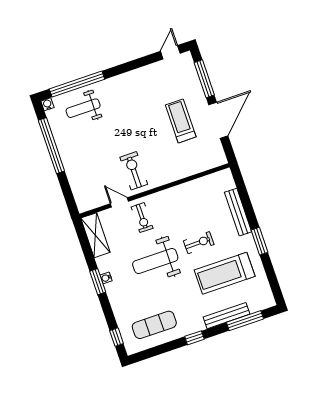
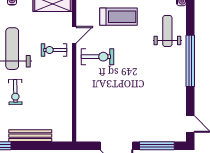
window: (77, 84) -> (190, 61), moved
treadmill: (181, 121) -> (118, 17), moved

